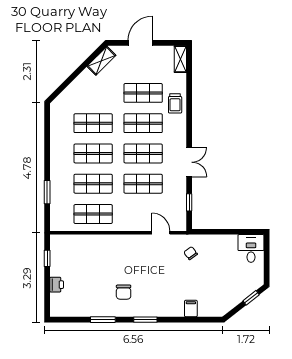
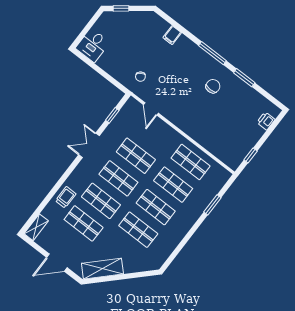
shelving: (101, 61) -> (102, 269), width x1.50, depth x1.33
printer: (57, 285) -> (266, 121), moved
window: (145, 320) -> (212, 53), width x1.44

